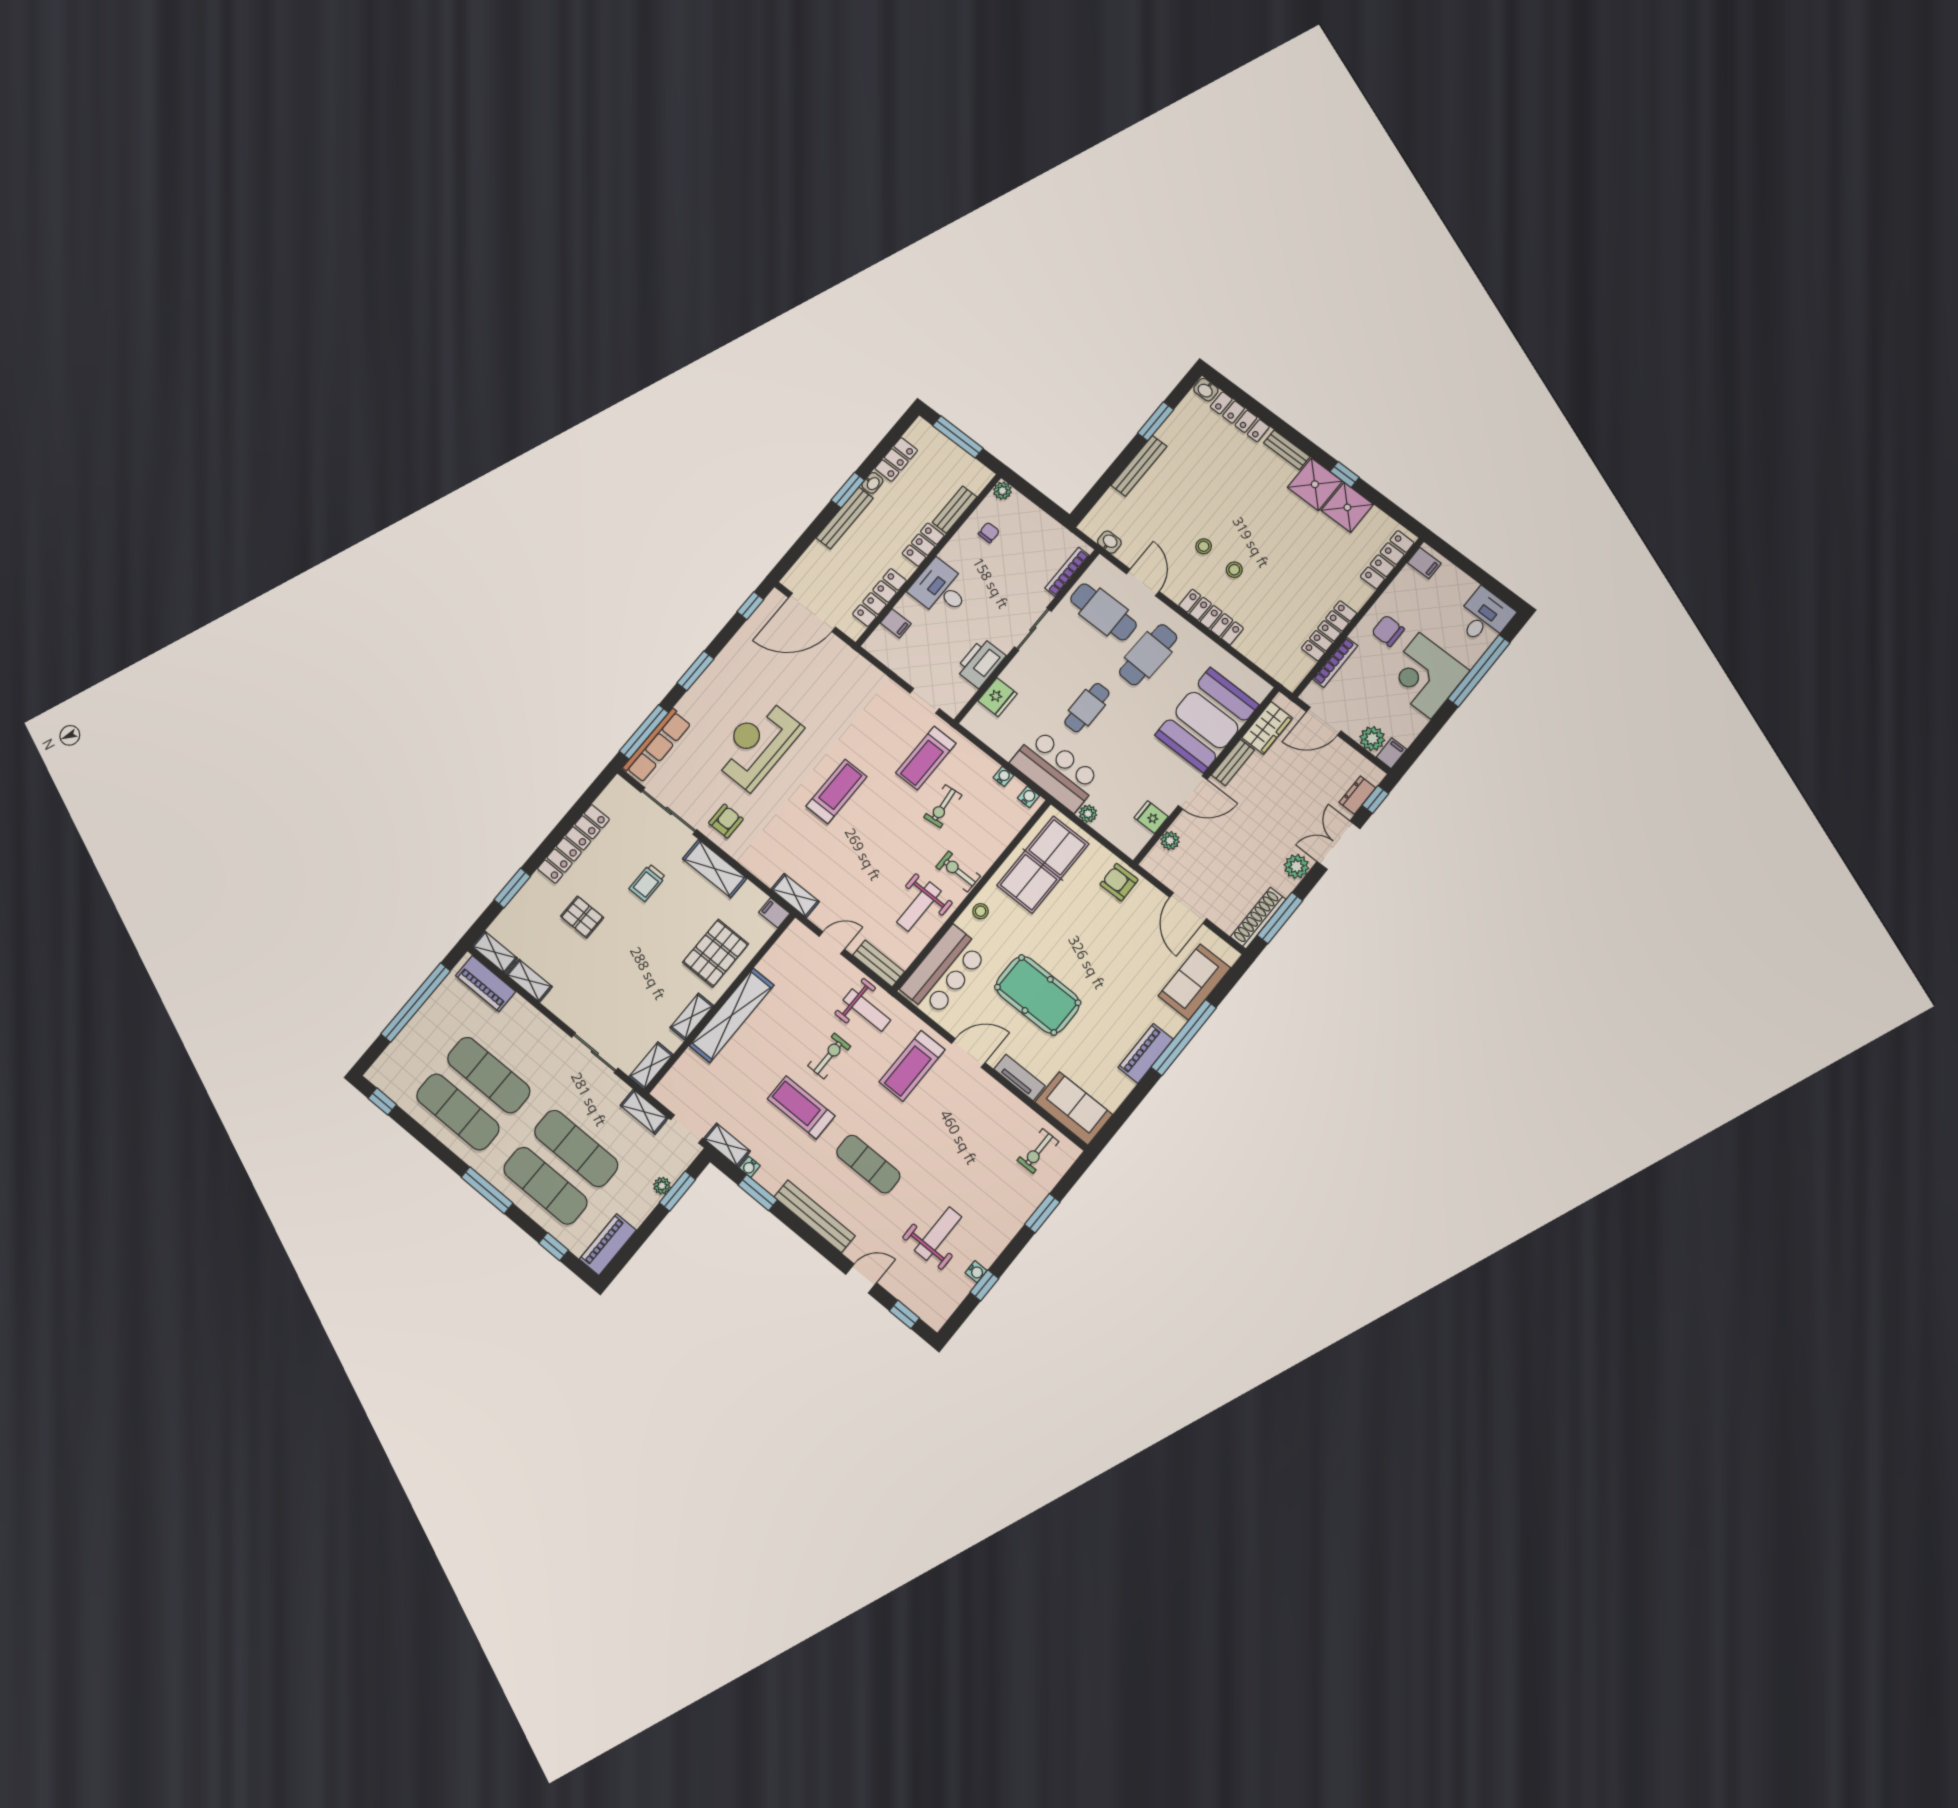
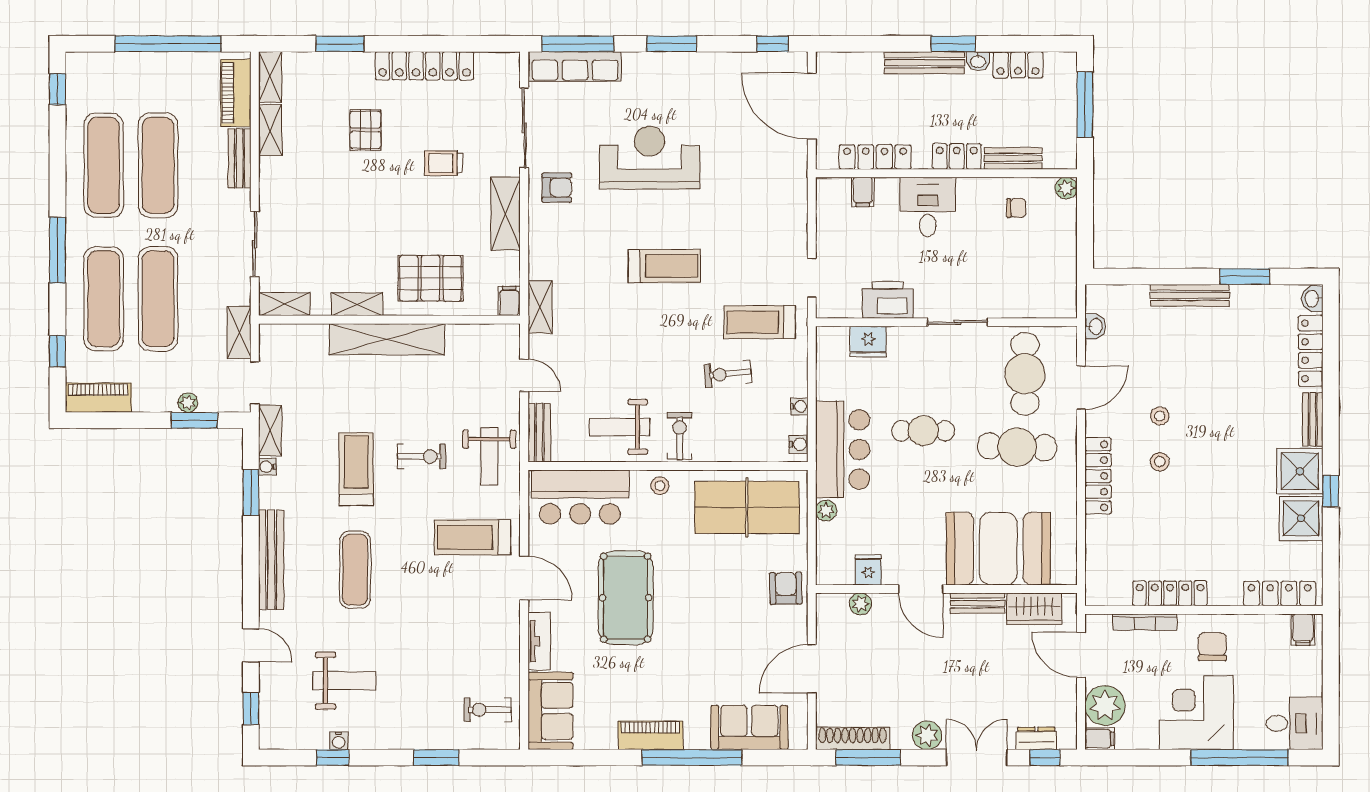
bookcase: (1067, 572) -> (1036, 310), removed
plant: (1372, 739) -> (1105, 706), width x1.36, depth x1.36
bench: (530, 1016) -> (240, 158), added

